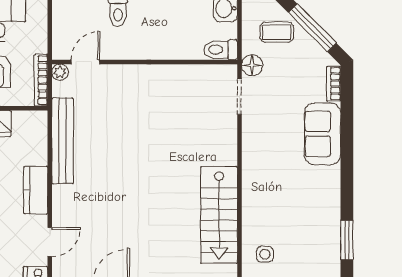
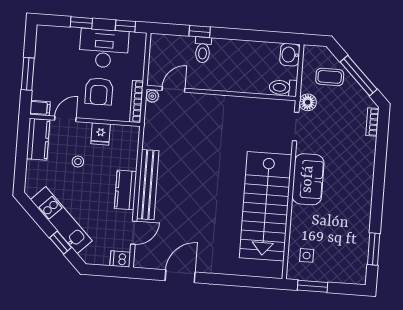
sofa: (322, 134) -> (308, 179), moved, turned 180
bench: (63, 141) -> (148, 185), moved
stairs: (219, 215) -> (266, 206), width x1.36, depth x1.51

